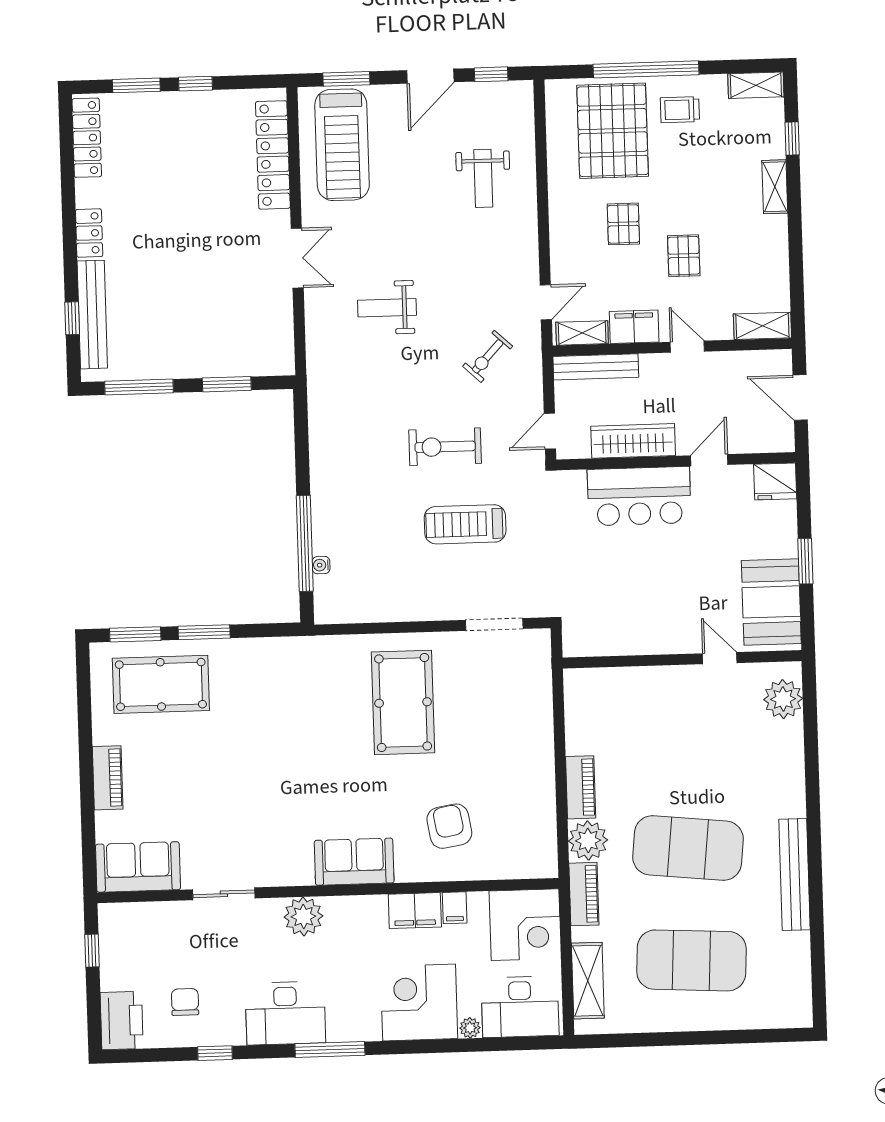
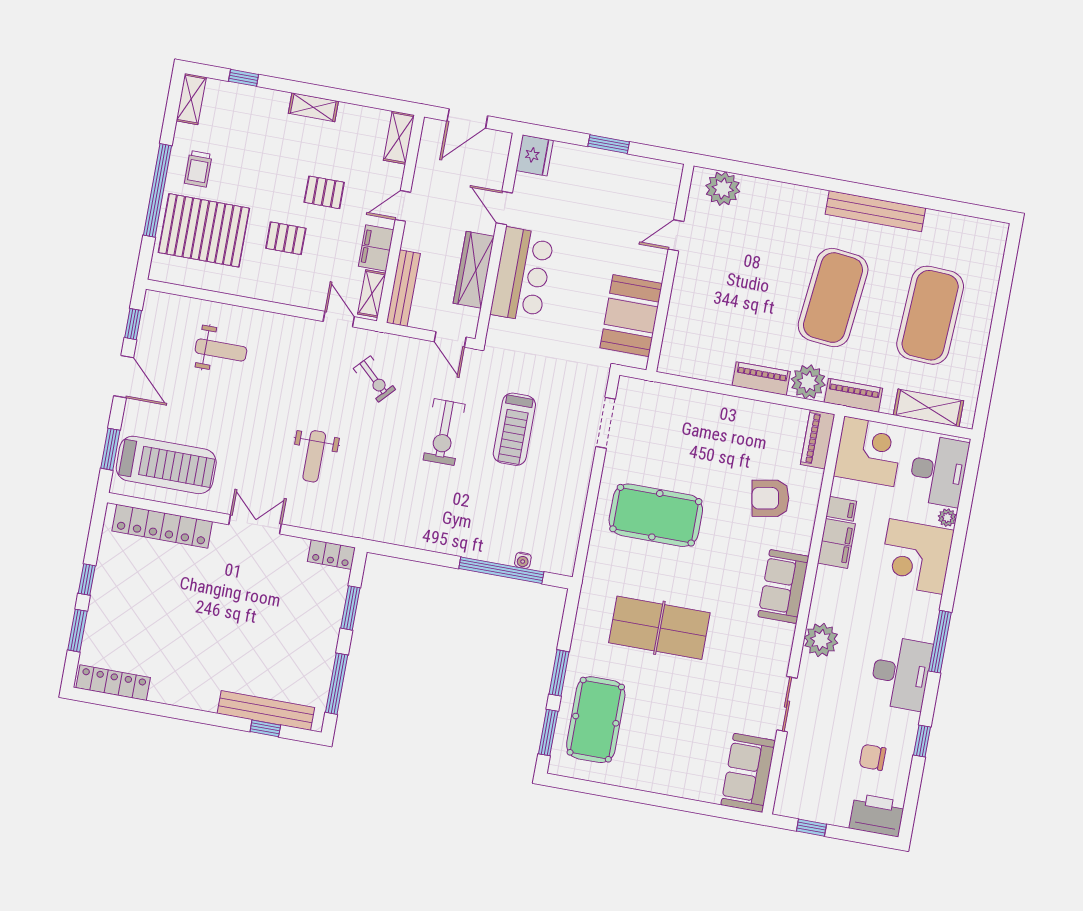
shelving: (775, 187) -> (313, 107), moved
locker: (89, 233) -> (331, 554), moved, turned 180
booth: (771, 602) -> (631, 316), moved, turned 90
table tennis table: (278, 733) -> (659, 628), added
piano: (108, 778) -> (818, 439), moved, turned -90

